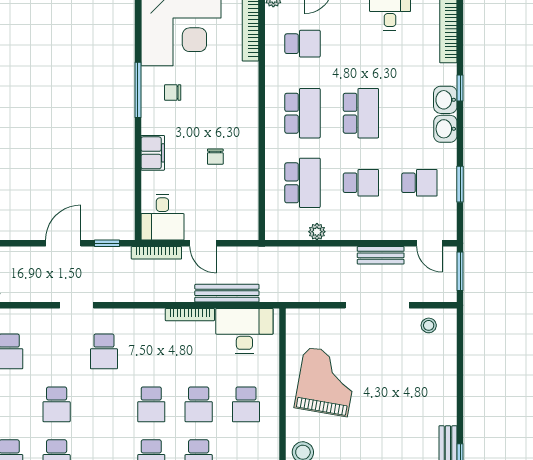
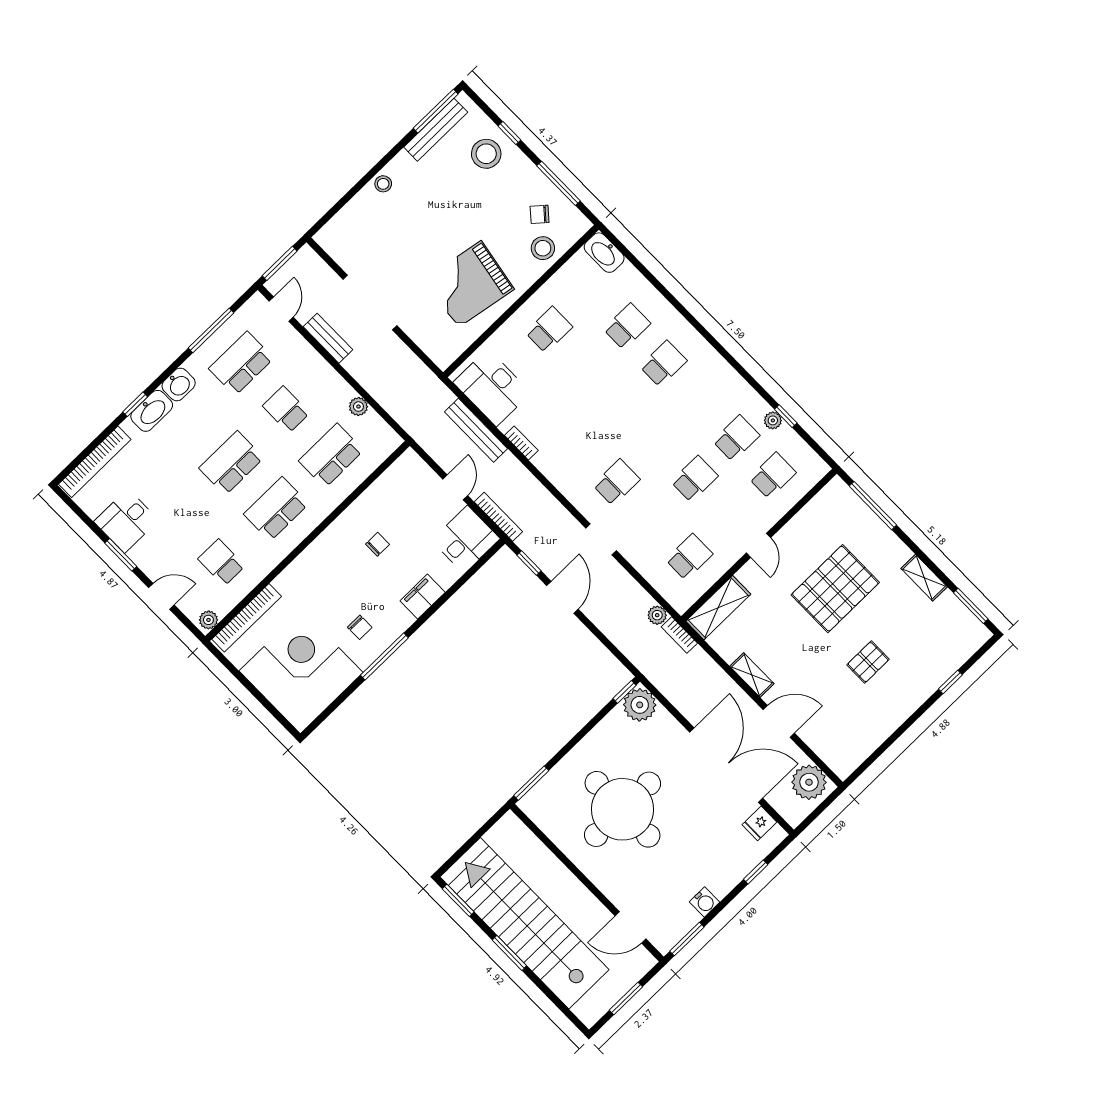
washbasin: (445, 100) -> (152, 411), width x1.38
school desk: (419, 183) -> (241, 363), width x1.85
window: (460, 184) -> (211, 330), width x1.44
door: (63, 243) -> (562, 597), swing flipped
bookcase: (190, 315) -> (521, 443), width x0.64
stool: (429, 325) -> (383, 184), moved
school desk: (151, 404) -> (622, 404), removed
school desk: (199, 404) -> (585, 367), removed

